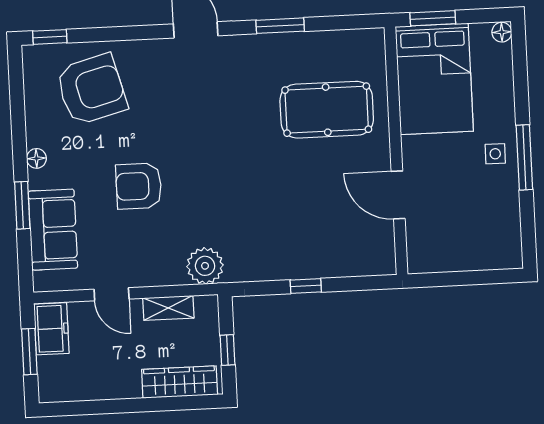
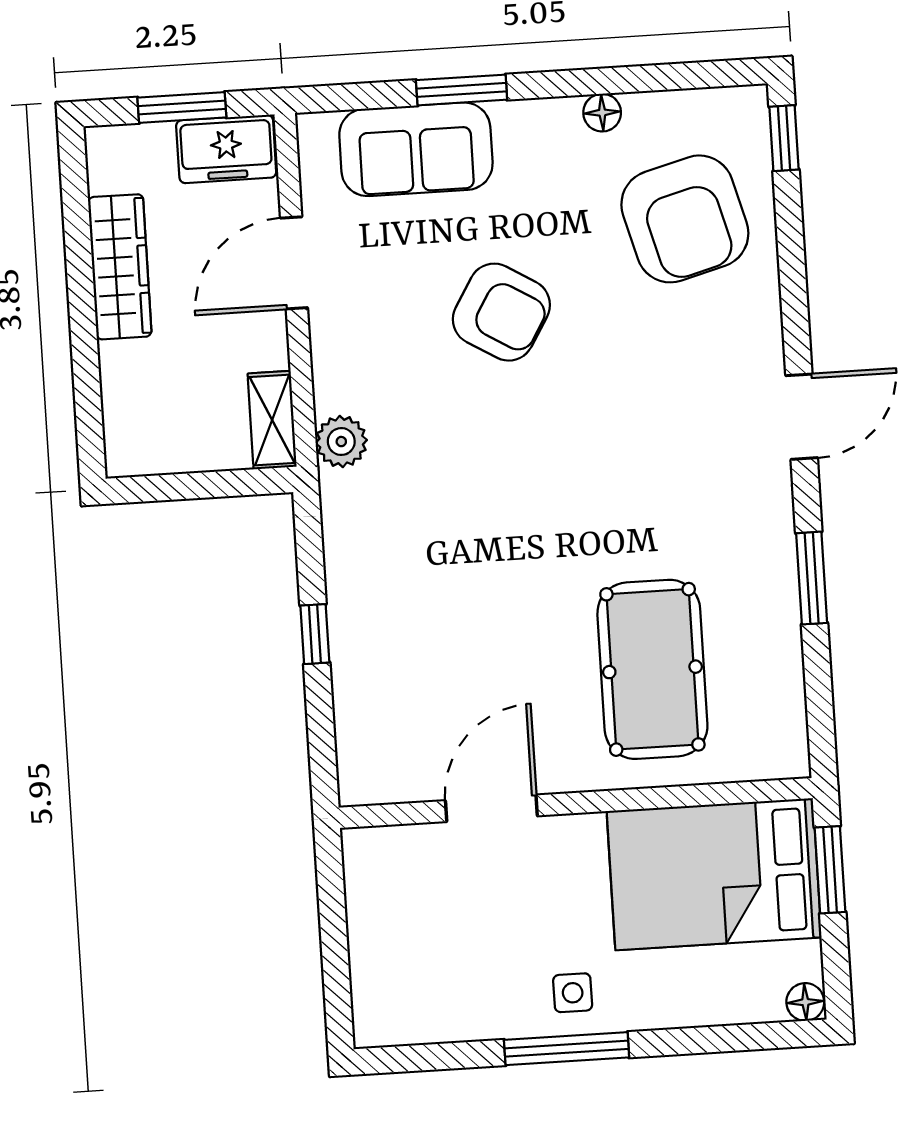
floor lamp: (36, 158) -> (602, 113), moved
armchair: (139, 186) -> (501, 312), turned 121
plant: (205, 266) -> (341, 442), width x0.73, depth x0.73
door: (112, 294) -> (294, 263), width x1.38
shelving: (168, 308) -> (272, 420), moved
window: (227, 350) -> (190, 486), removed
wardrobe: (180, 382) -> (120, 267), moved

